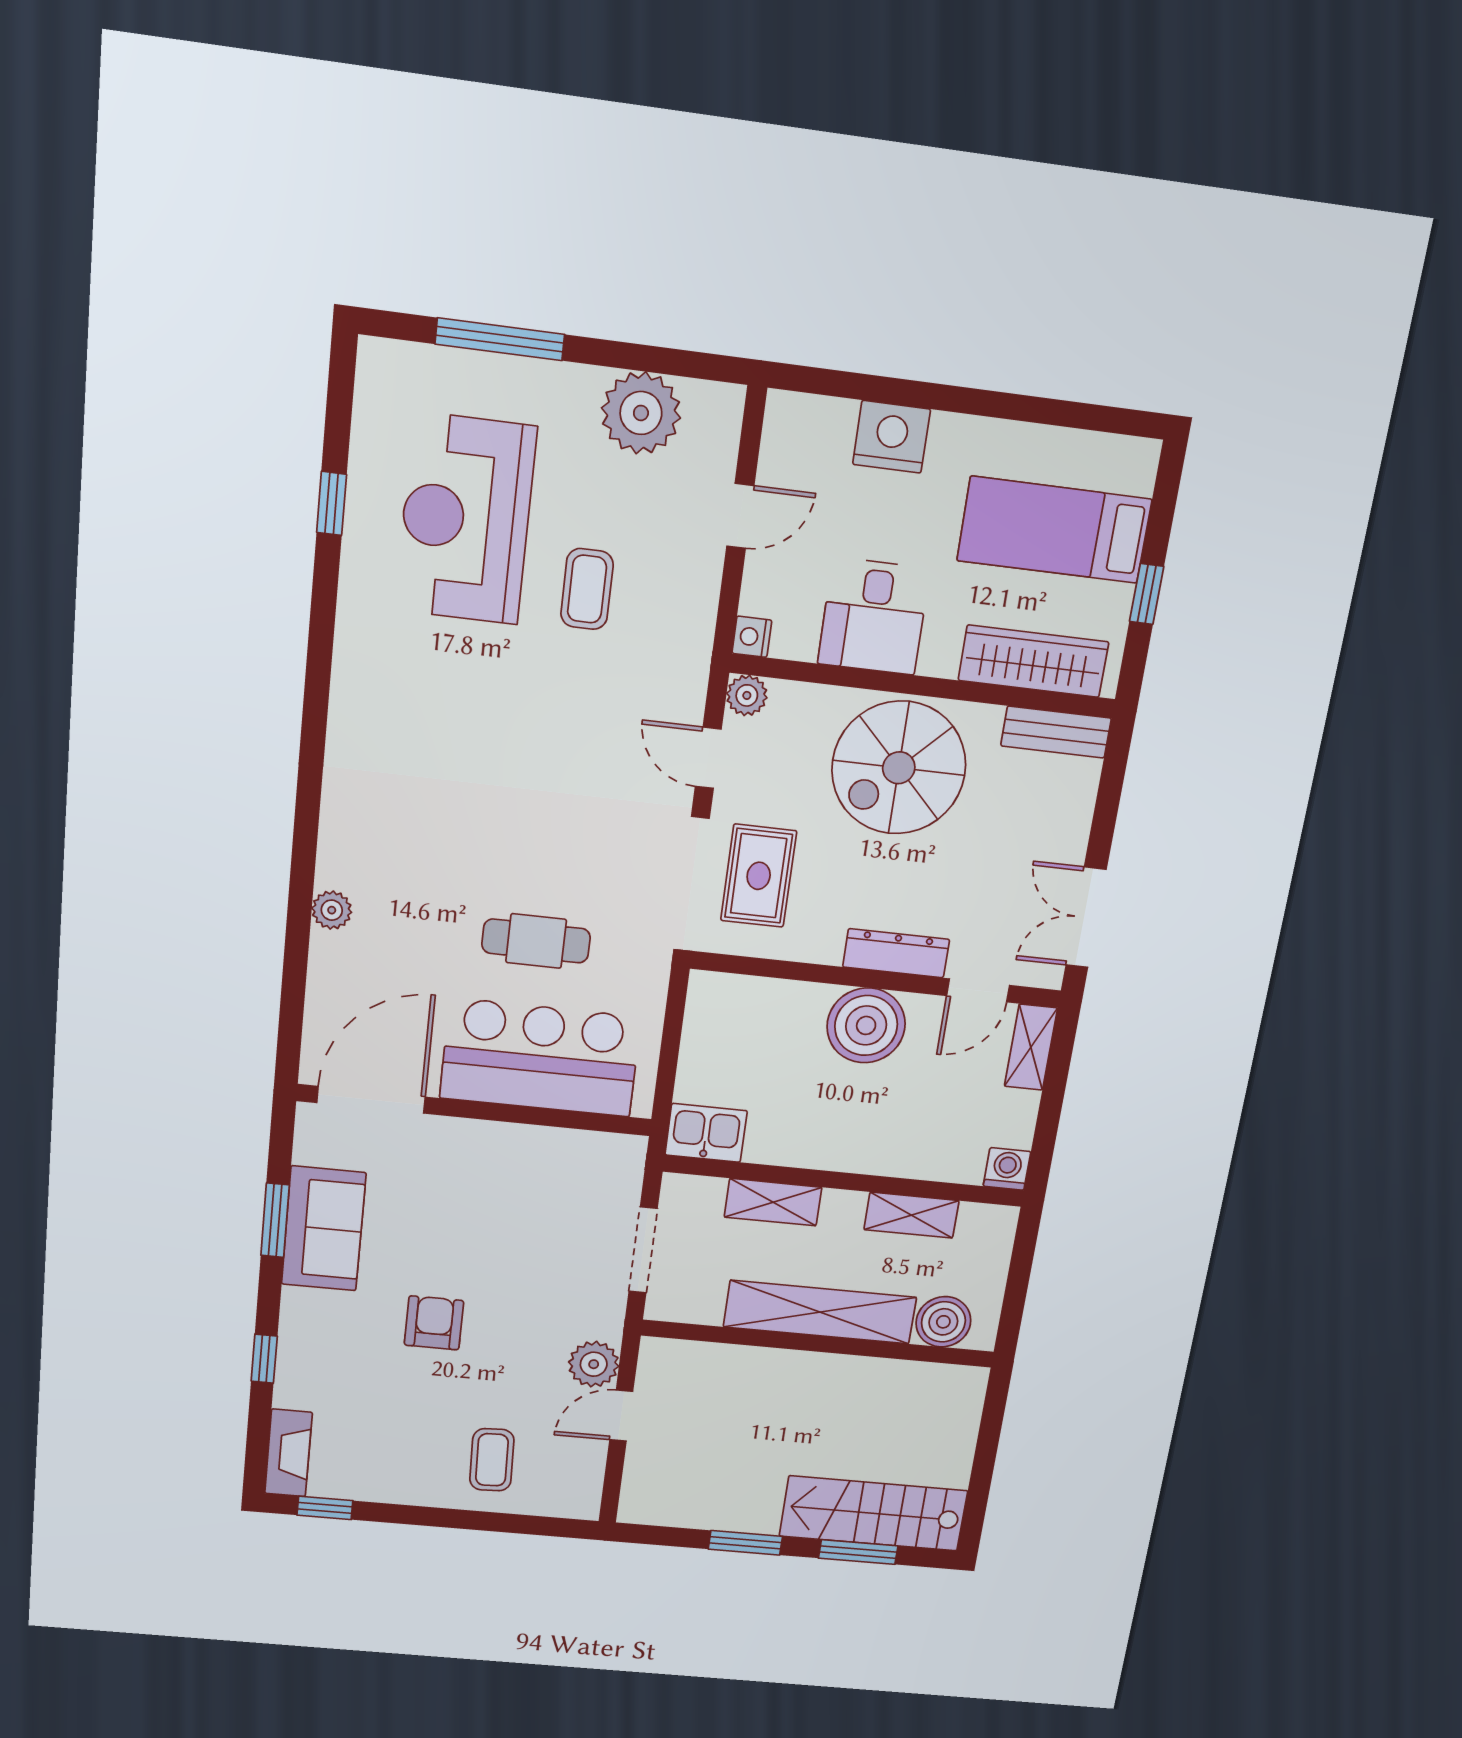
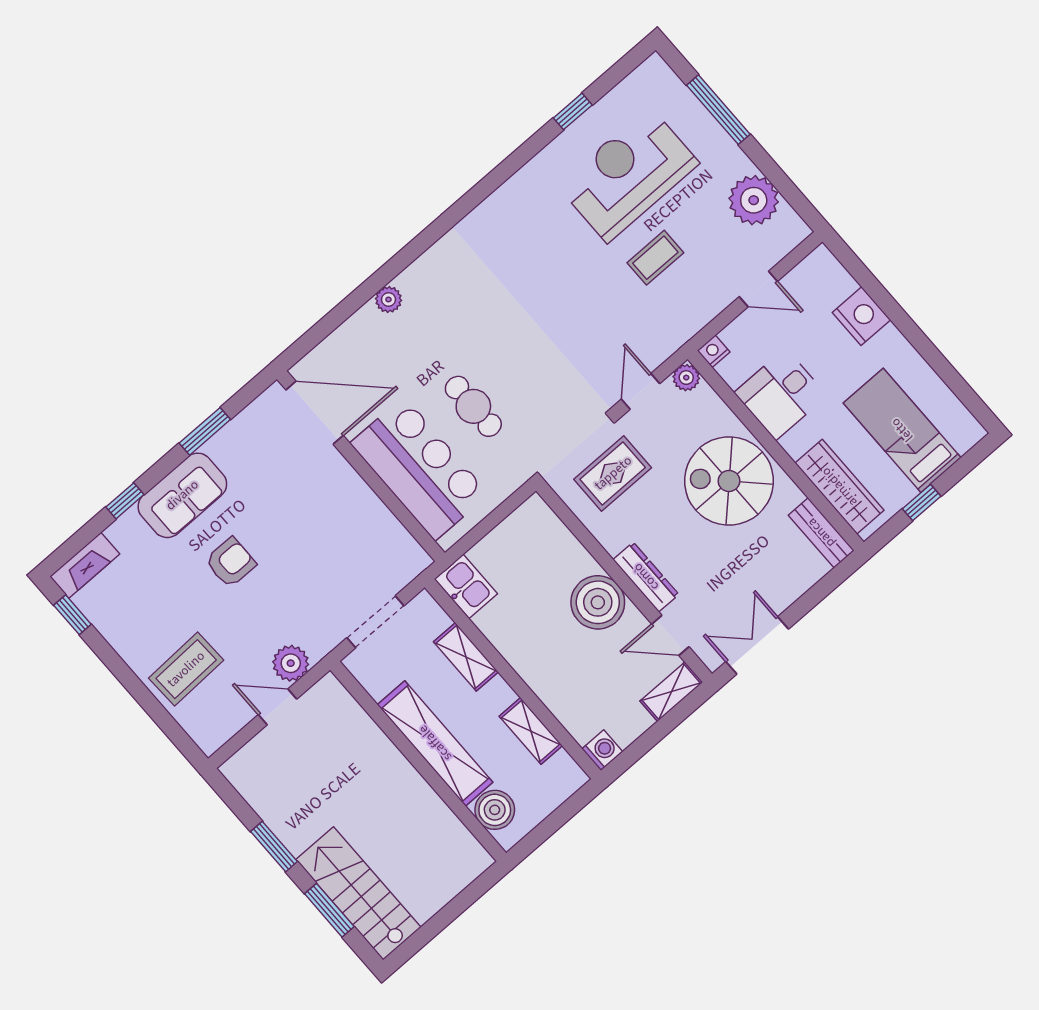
sofa: (324, 1229) -> (182, 495), moved
coffee table: (492, 1460) -> (186, 669), width x1.36, depth x1.30

